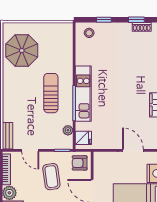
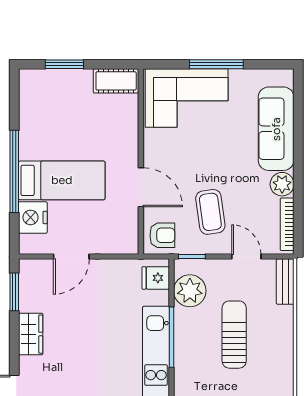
sun lounger: (51, 93) -> (234, 335), moved, turned 180
plant: (68, 130) -> (190, 291), width x1.88, depth x1.88
door: (133, 150) -> (71, 256), hinge flipped

